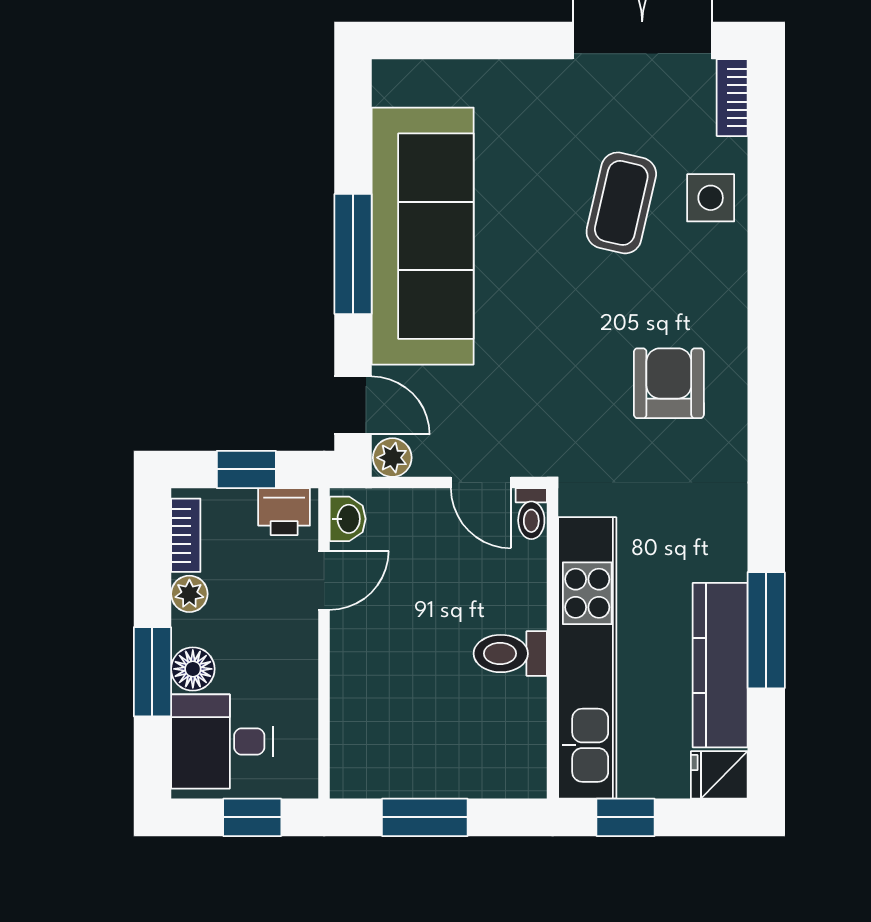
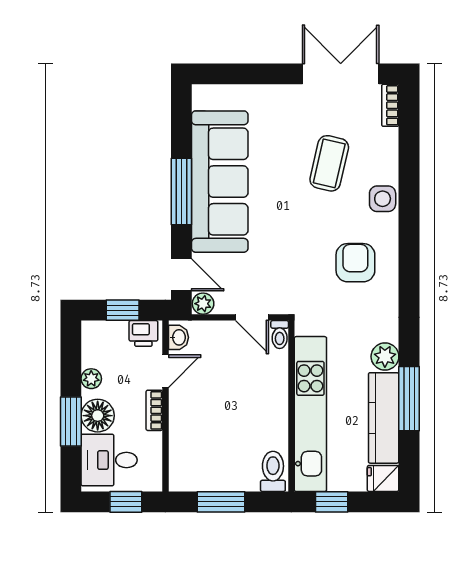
side table: (711, 198) -> (383, 199), moved
bookcase: (186, 535) -> (154, 410), moved, turned 180
plant: (723, 554) -> (385, 357), added
toilet: (510, 654) -> (273, 471), moved, turned 90
floor lamp: (193, 669) -> (98, 416), width x1.38, depth x1.38

